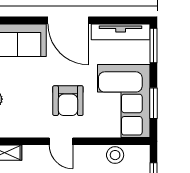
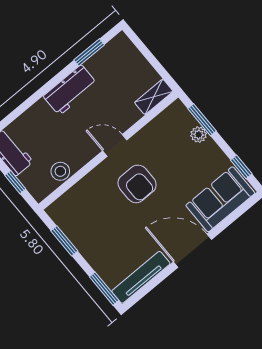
armchair: (68, 101) -> (137, 184), turned 180
corner sofa: (124, 101) -> (90, 222), removed

